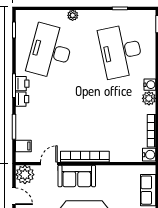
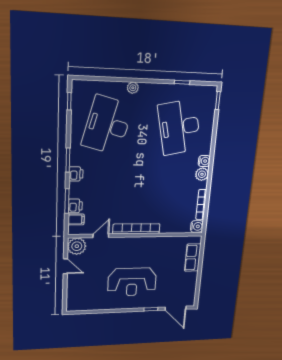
printer: (22, 84) -> (75, 206), moved
sofa: (77, 176) -> (127, 247), removed

